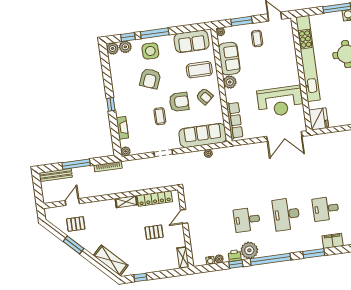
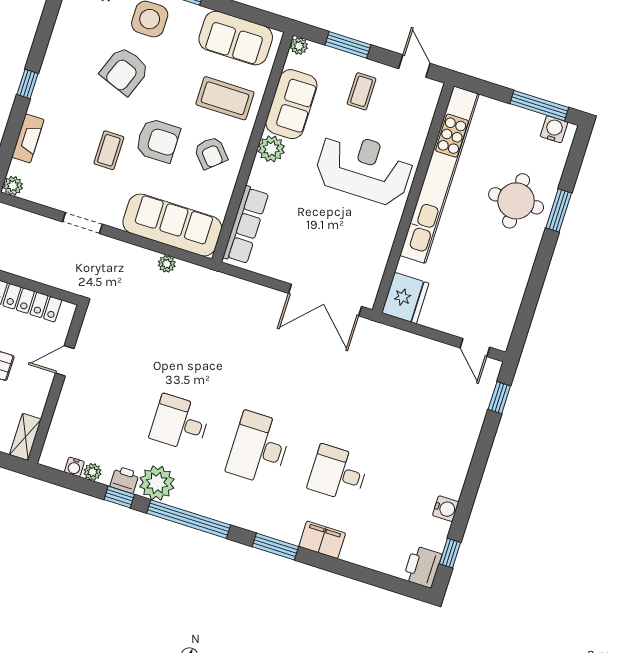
reception desk: (280, 101) -> (364, 168), moved, turned 180

